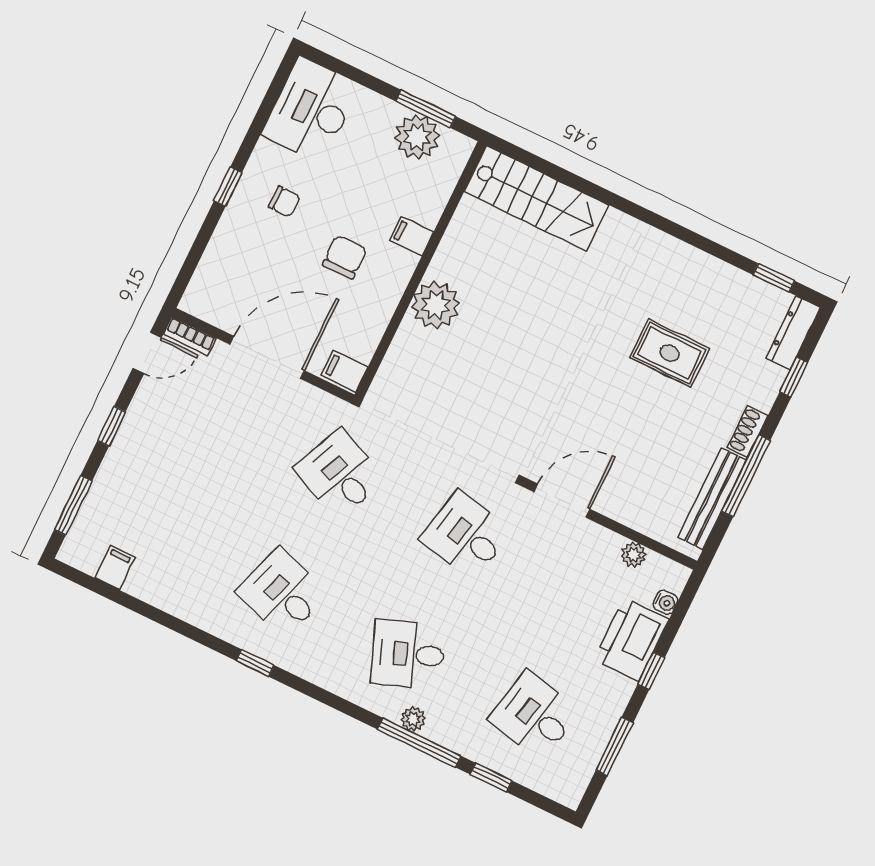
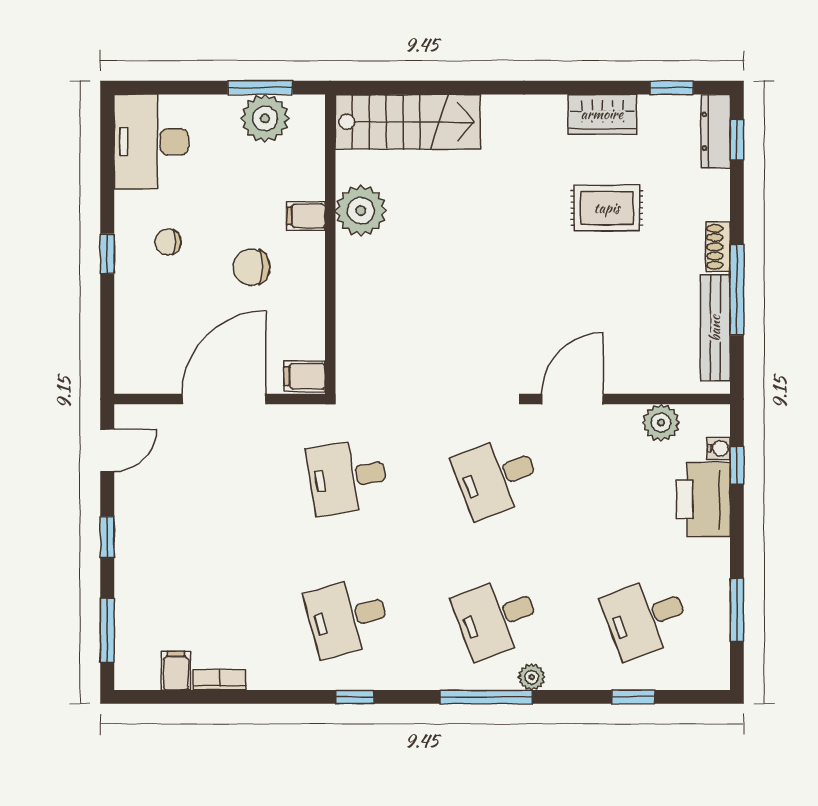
chair: (284, 201) -> (168, 242), turned 180
chair: (345, 257) -> (252, 267), turned -90
wardrobe: (704, 272) -> (602, 114), added
plant: (436, 305) -> (361, 211), moved
bookcase: (190, 336) -> (219, 680), moved, turned 180
window: (794, 377) -> (737, 140), moved
desk: (340, 474) -> (347, 477), turned -33
desk: (466, 535) -> (497, 477), turned -33
plant: (634, 555) -> (661, 423), width x1.38, depth x1.38
desk: (282, 593) -> (347, 617), turned -33
window: (651, 671) -> (737, 466), moved
desk: (534, 715) -> (646, 617), turned -33
window: (419, 743) -> (486, 697), moved

